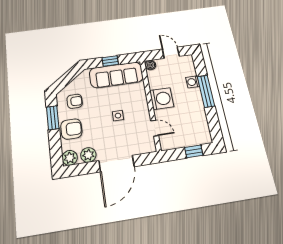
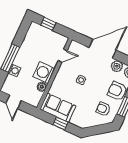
boiler: (150, 65) -> (42, 87), moved
sofa: (116, 75) -> (58, 108), width x0.73
door: (155, 128) -> (63, 56), swing flipped

